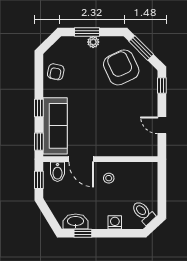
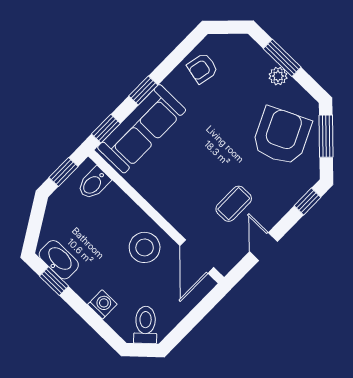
coffee table: (130, 119) -> (234, 204), added
door: (81, 159) -> (197, 257), moved
stool: (109, 178) -> (145, 247), width x1.89, depth x1.89

